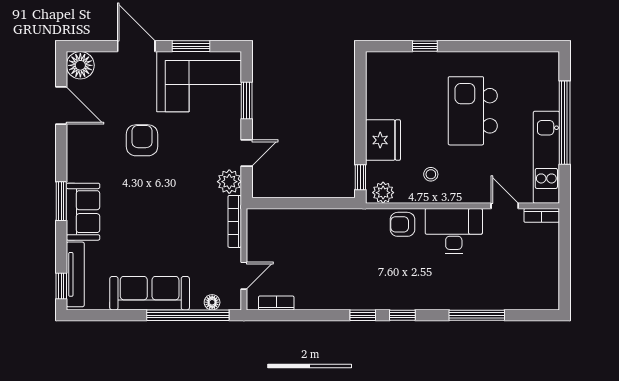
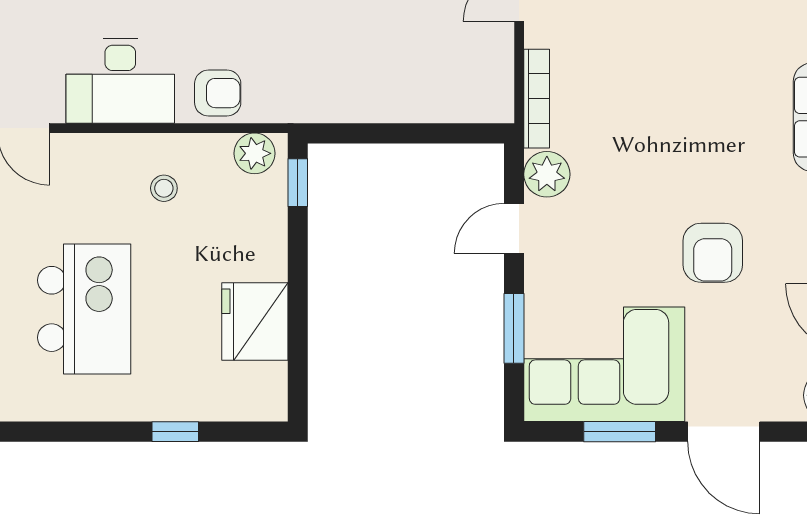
fridge: (383, 140) -> (255, 322), moved

